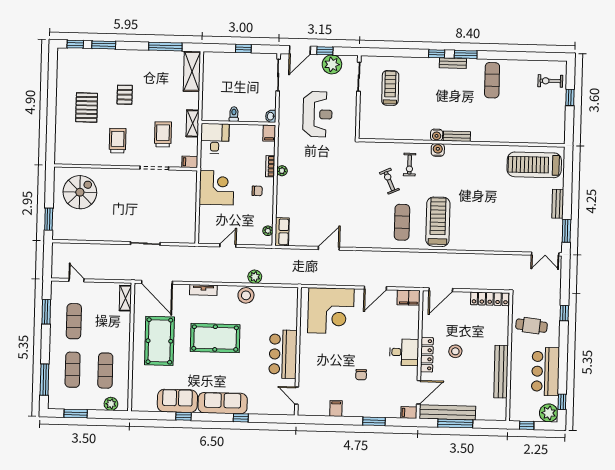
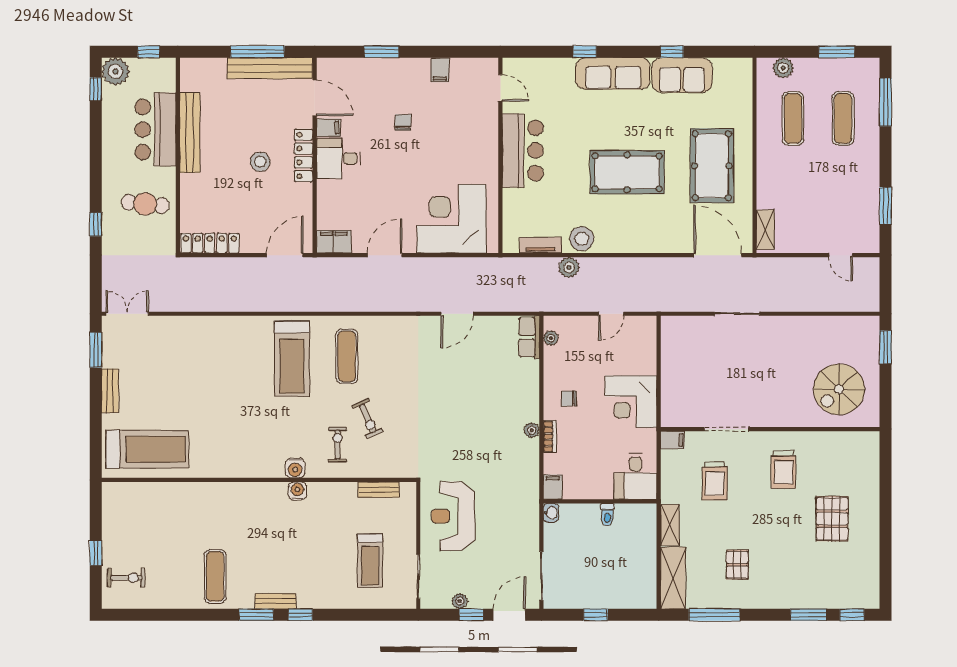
plant: (332, 64) -> (460, 601), width x0.53, depth x0.53
pallet: (125, 95) -> (737, 565), moved
reception desk: (318, 114) -> (453, 516), moved
shelving: (193, 123) -> (670, 525), moved
bench: (457, 136) -> (379, 490), moved
tv unit: (203, 290) -> (540, 245), moved
exercise mat: (74, 321) -> (843, 192), removed
bar counter: (545, 371) -> (155, 129), moved, turned 180
door: (419, 392) -> (315, 98), swing flipped
filing cabinet: (409, 412) -> (329, 128), moved

